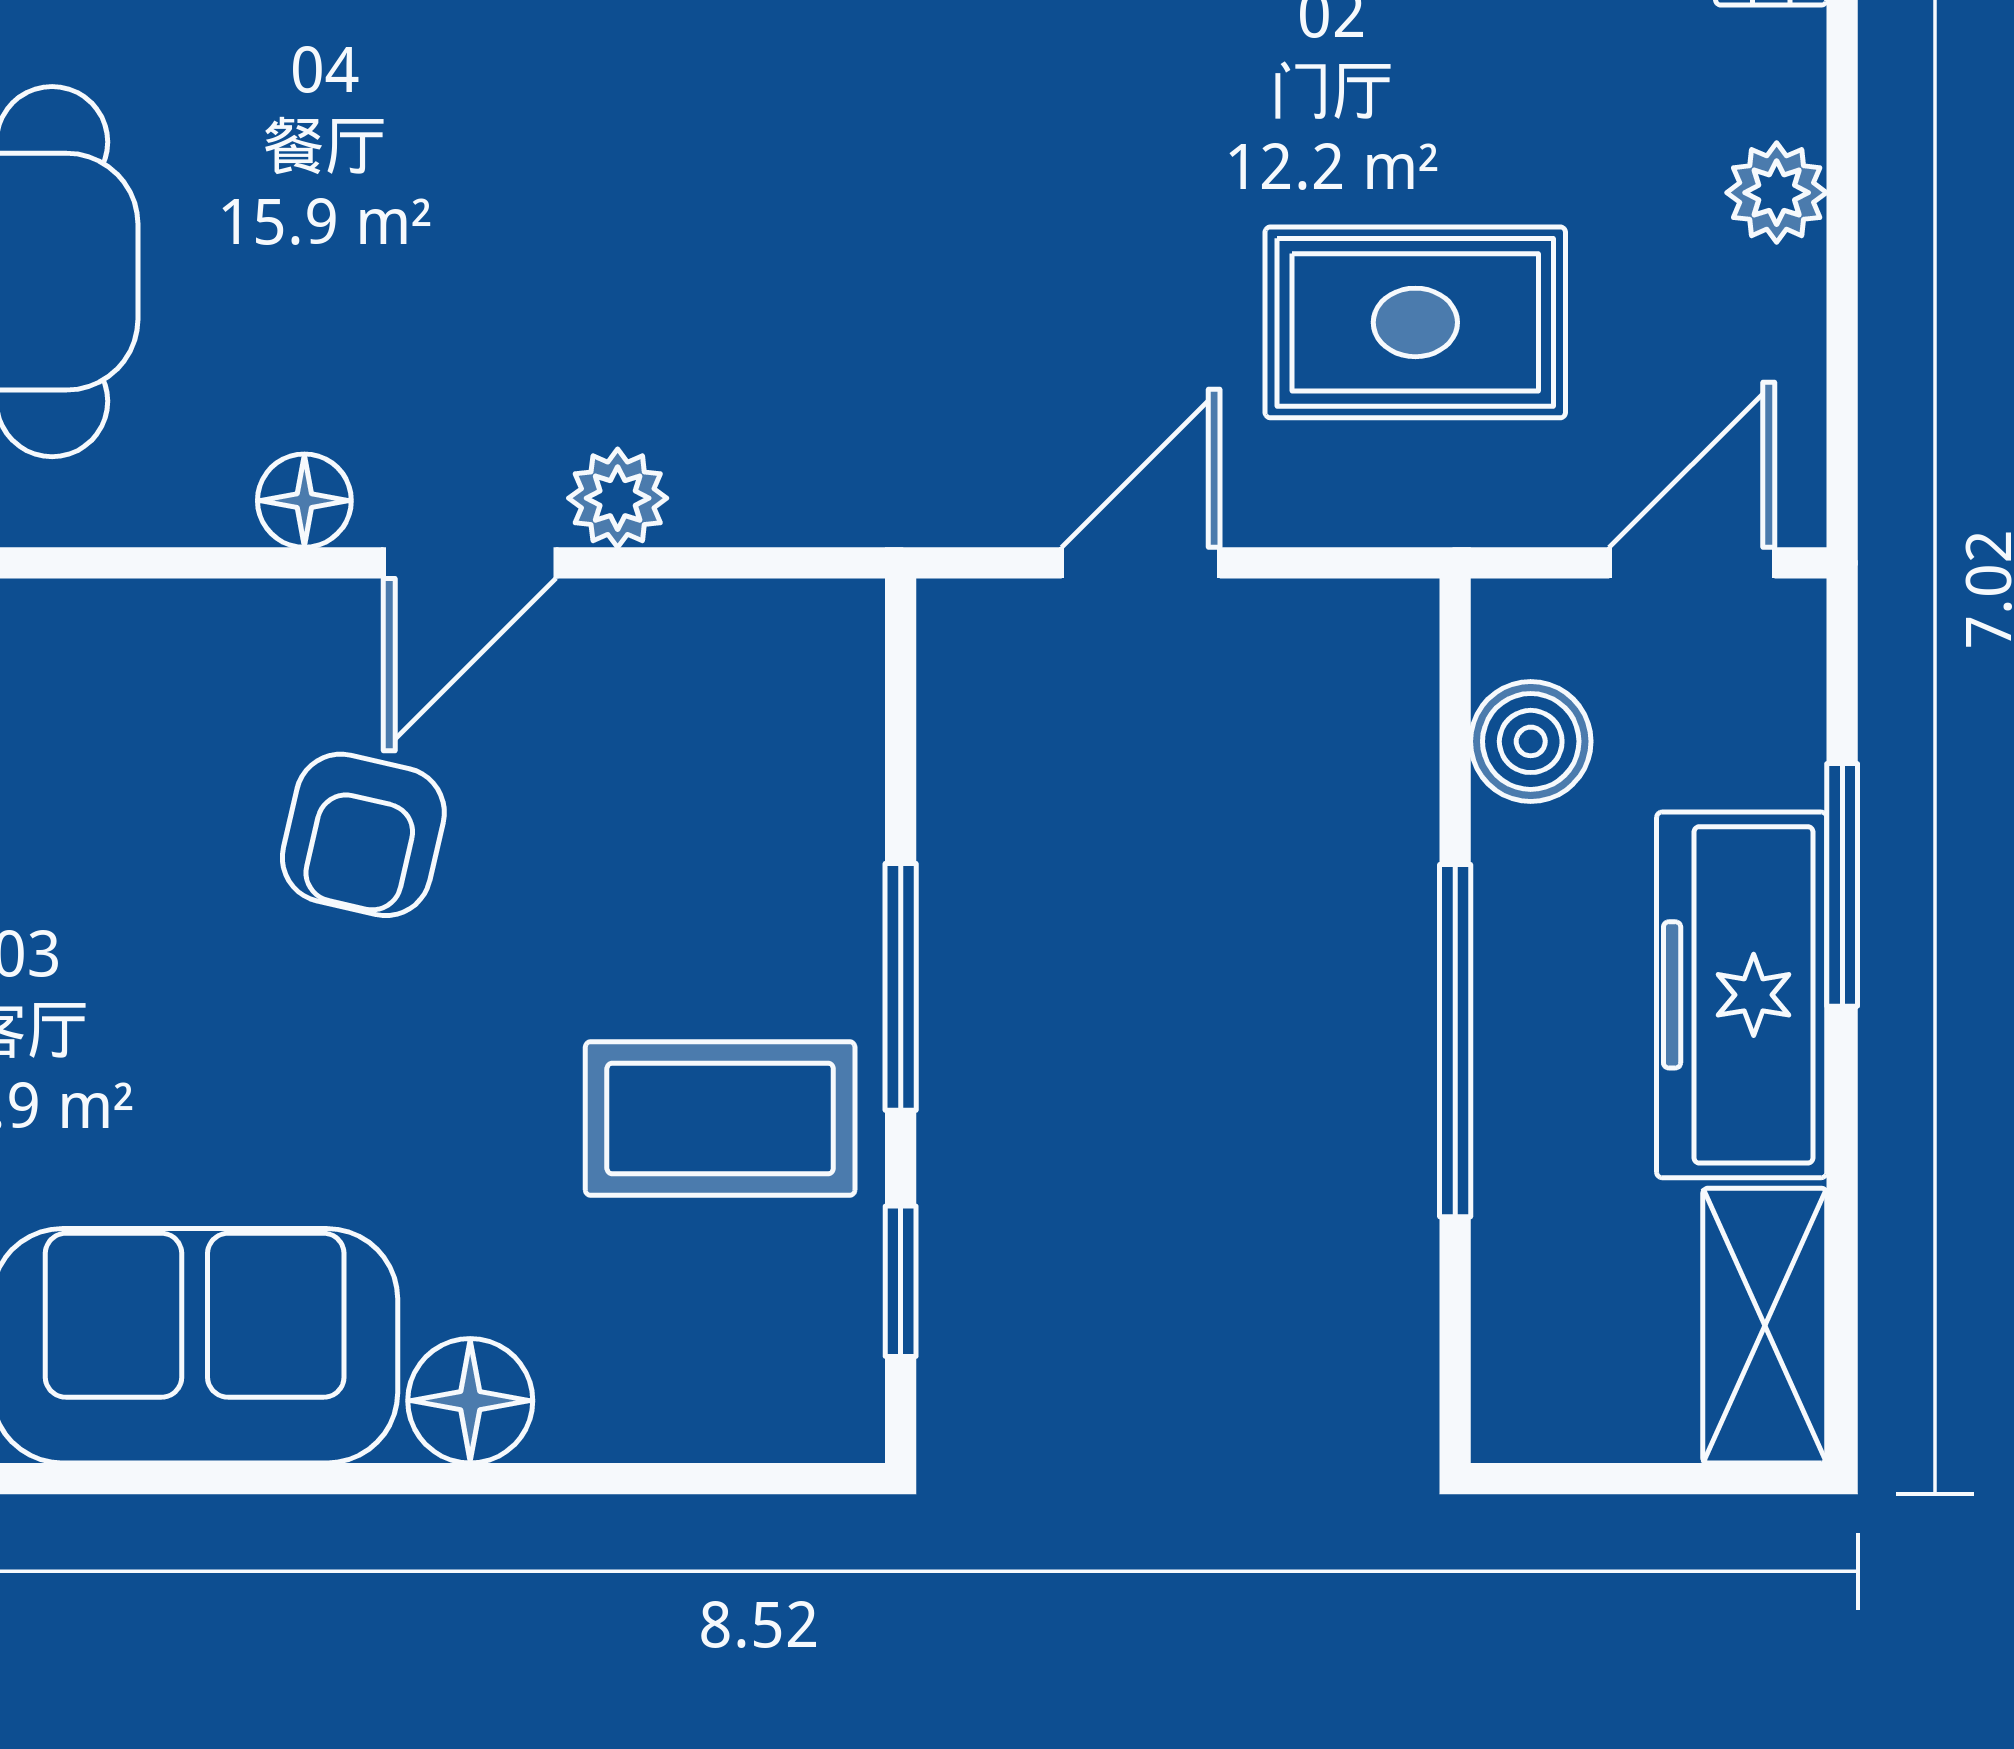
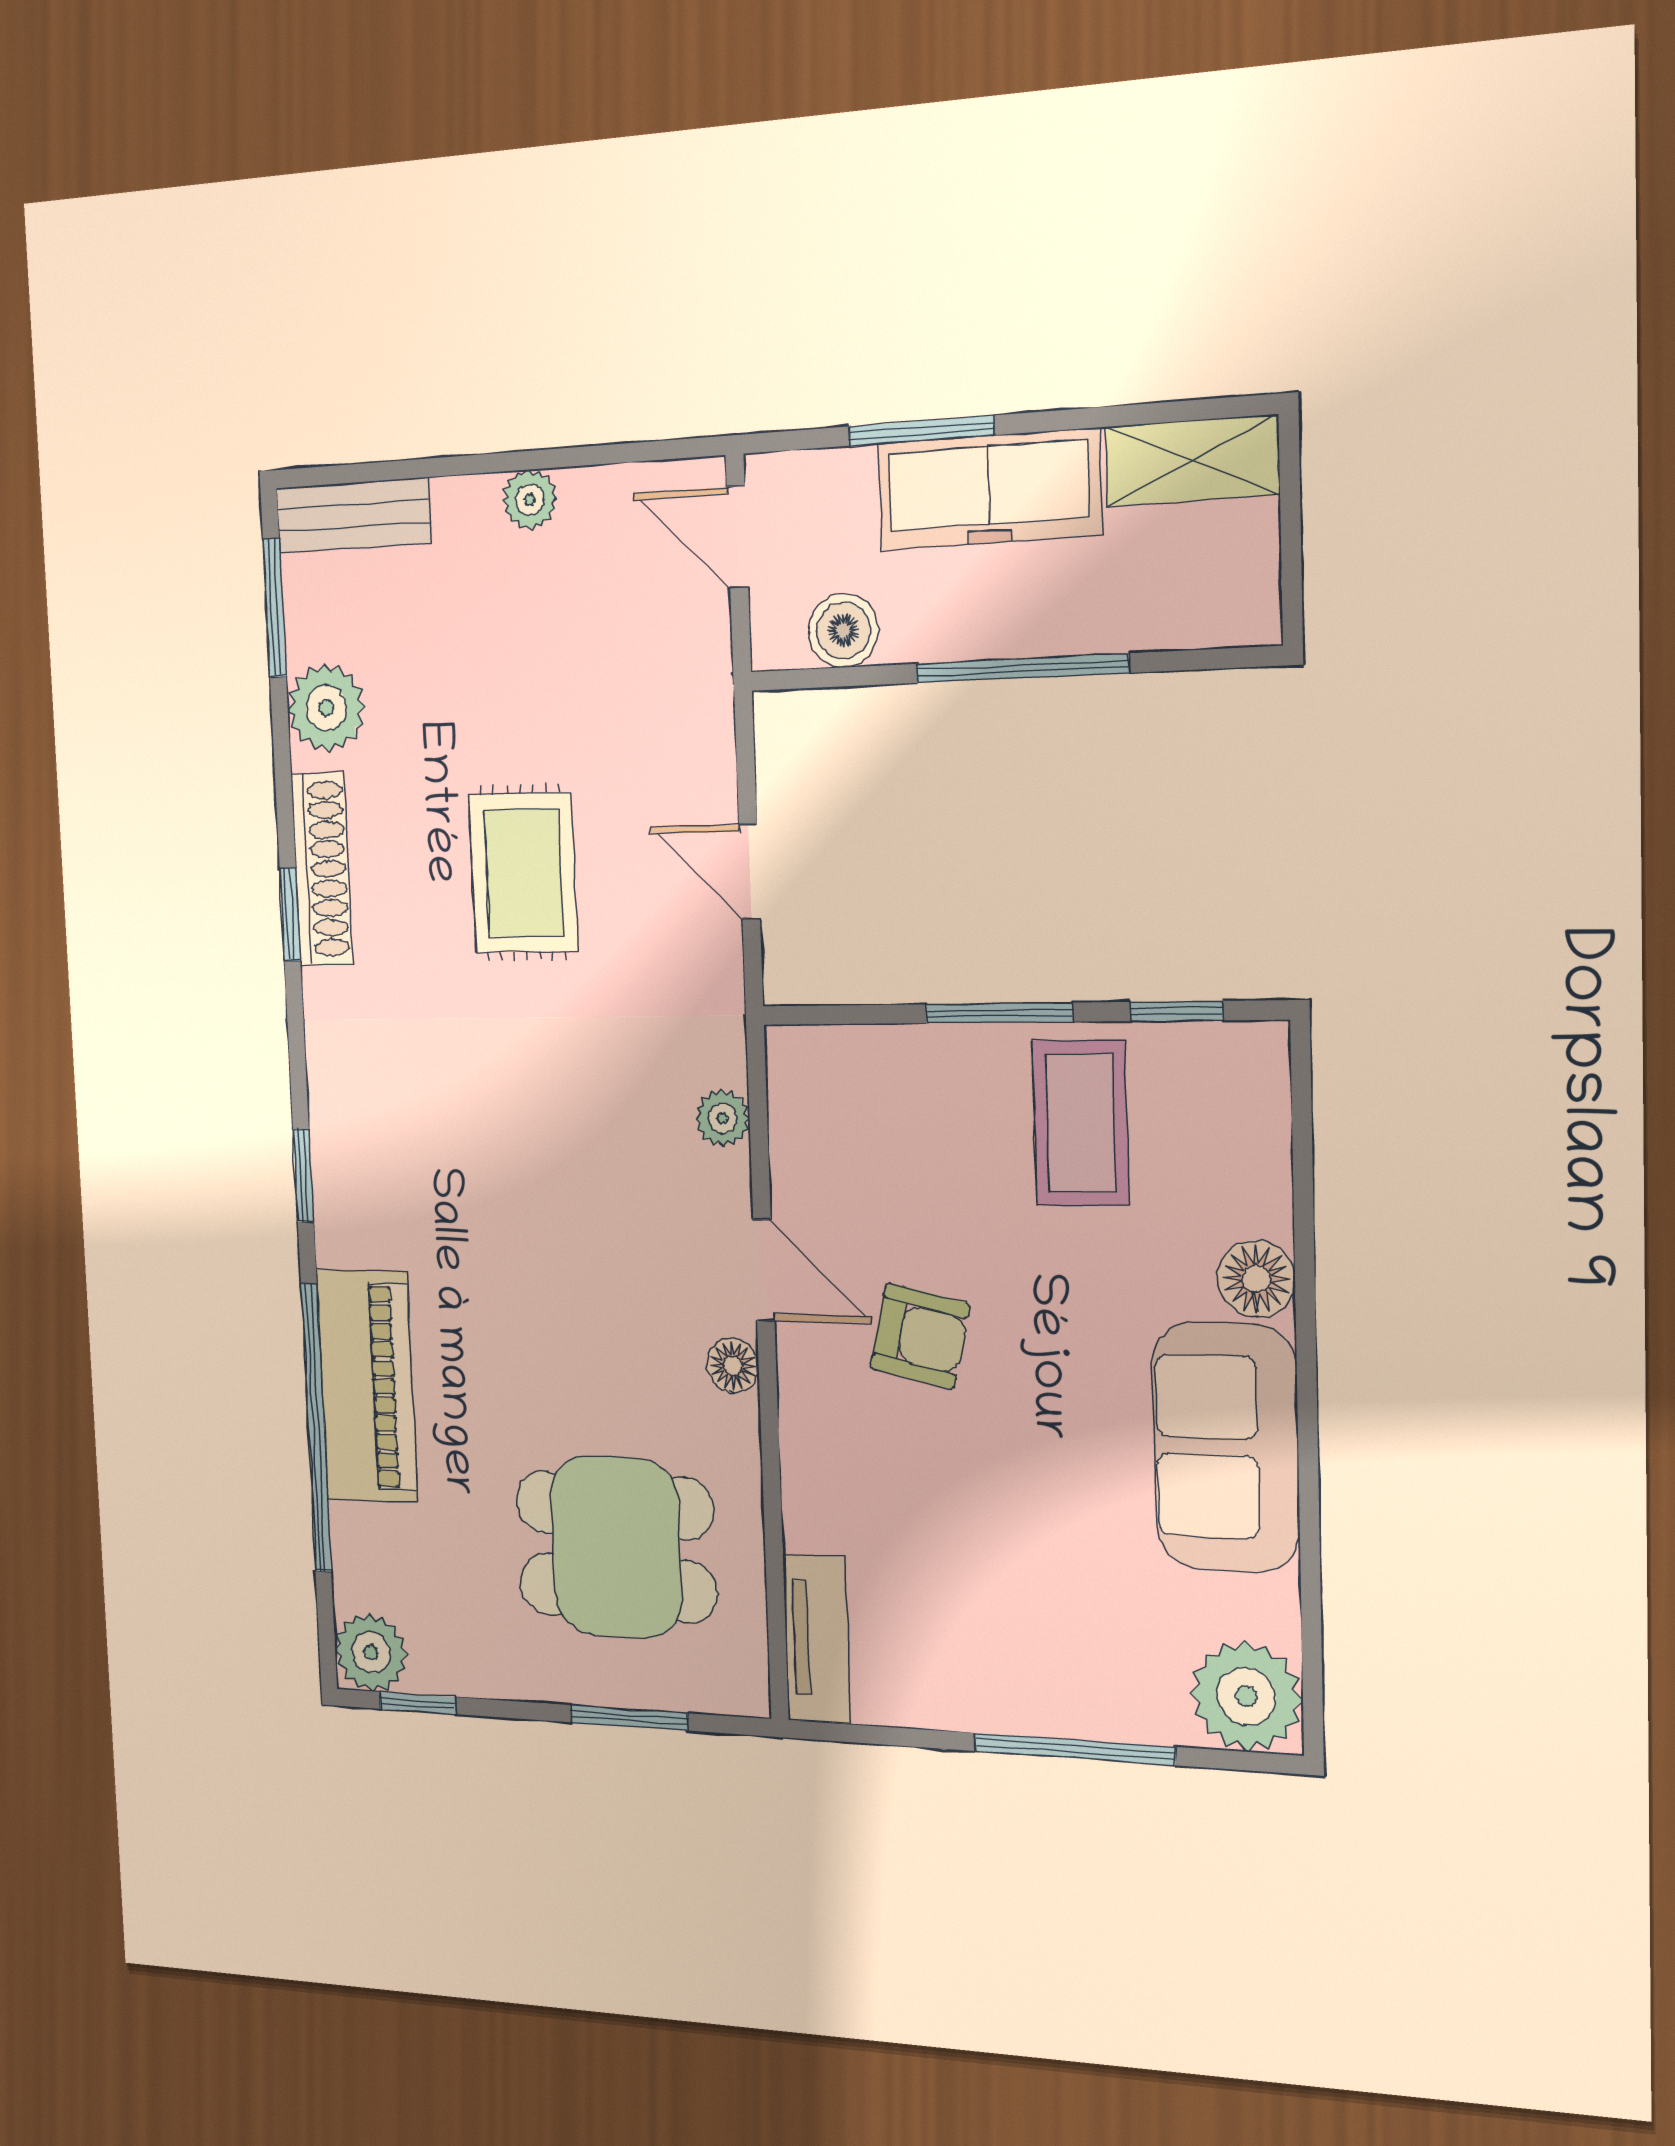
rug: (1415, 322) -> (523, 873), moved
plant: (618, 498) -> (722, 1118), moved

